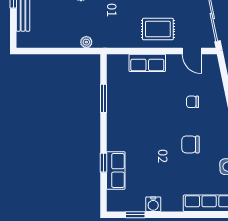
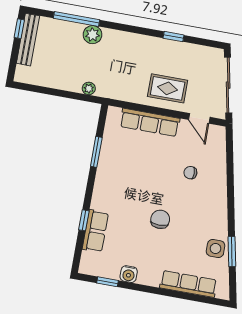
row of seats: (147, 63) -> (150, 122), width x1.48
chair: (191, 144) -> (160, 219), moved, turned 90

